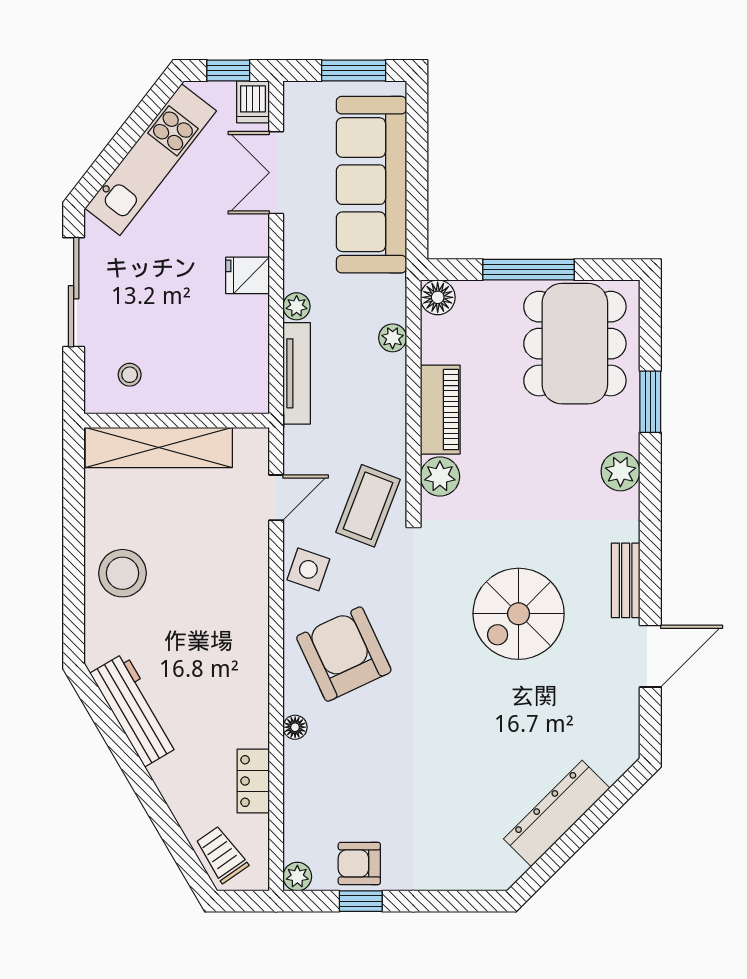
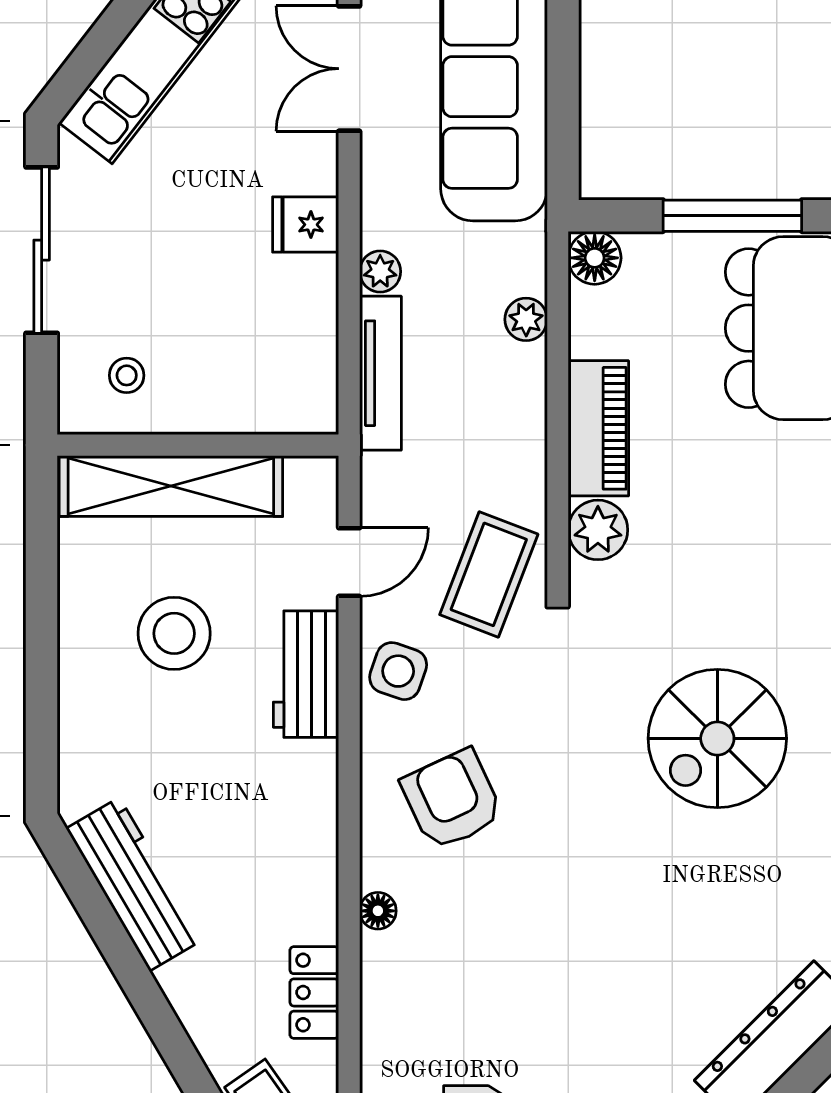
workbench: (248, 571) -> (306, 674), added
stool: (122, 573) -> (174, 633), moved
armchair: (344, 654) -> (452, 800), width x0.73, depth x0.73

